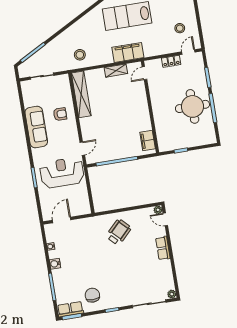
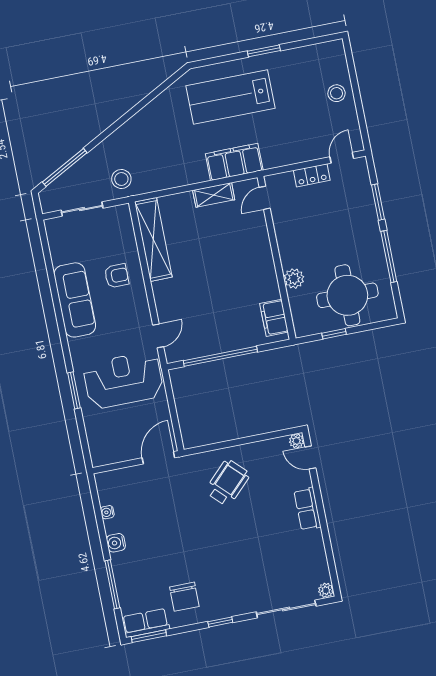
stool: (180, 28) -> (336, 93), moved
stool: (80, 55) -> (121, 179), moved
round table: (192, 106) -> (347, 295), moved
plant: (159, 119) -> (294, 279), added
door: (62, 220) -> (158, 458), moved
chair: (92, 295) -> (184, 597), turned 180

